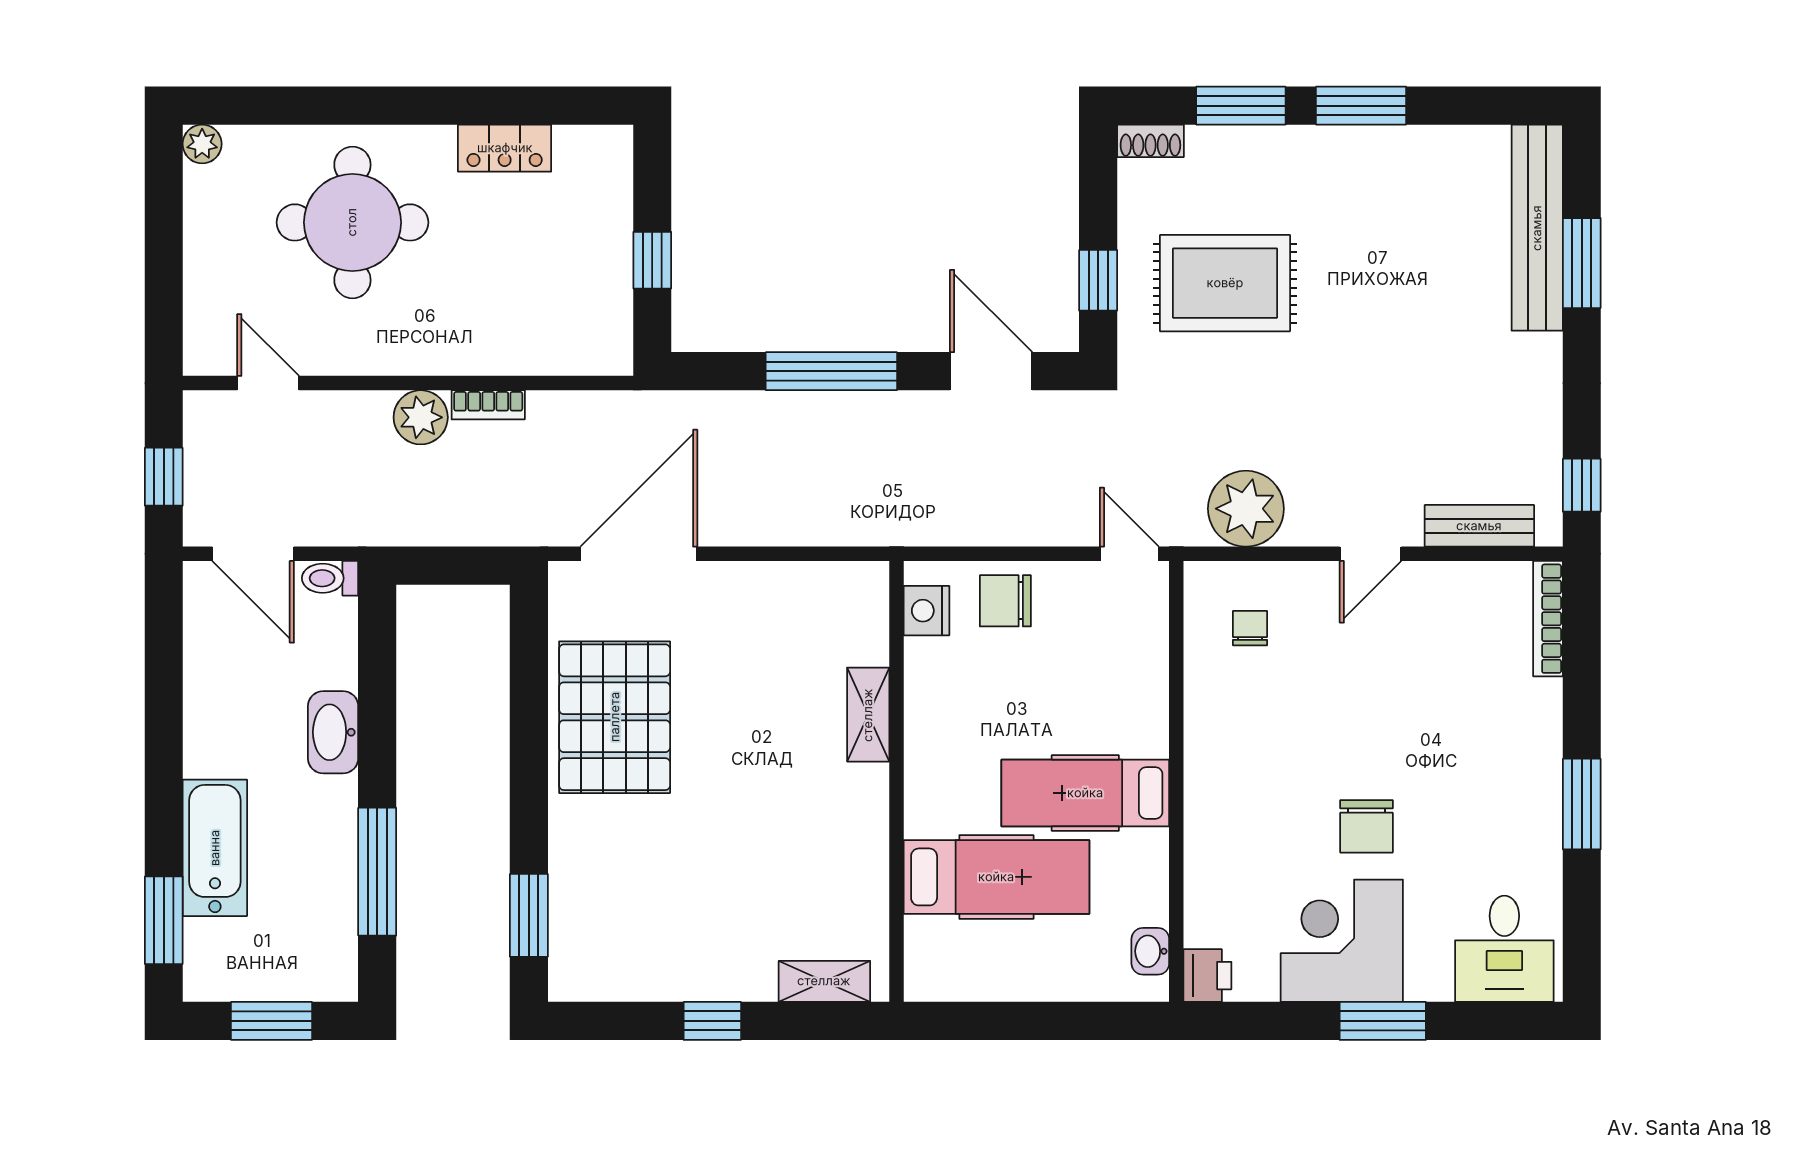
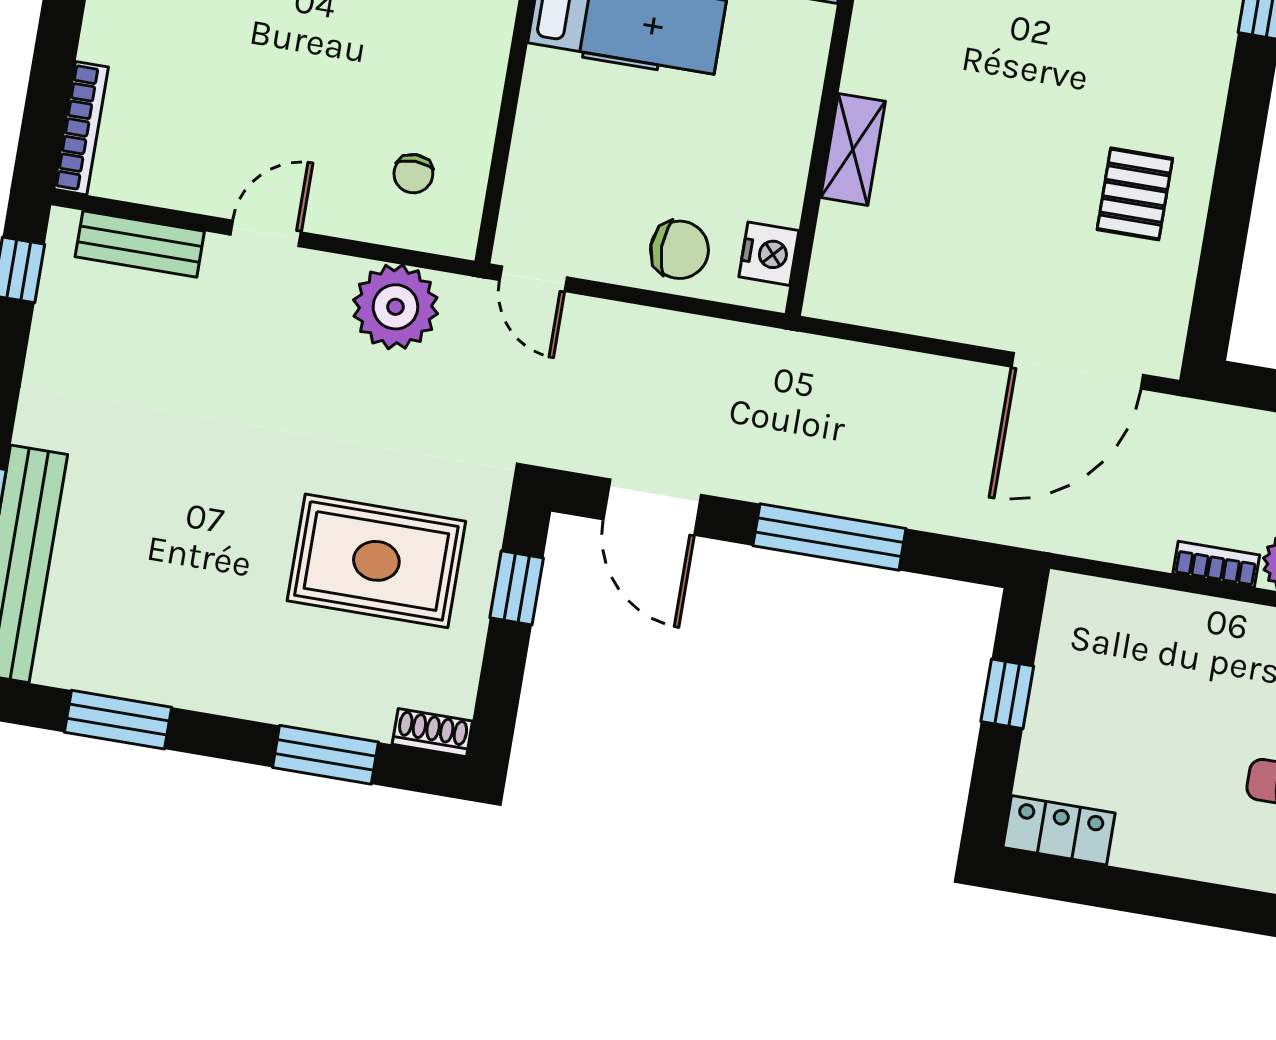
window: (1361, 106) -> (118, 720), moved
locker: (505, 148) -> (1059, 830), moved
pallet: (615, 717) -> (1135, 194), width x0.49, depth x0.50

